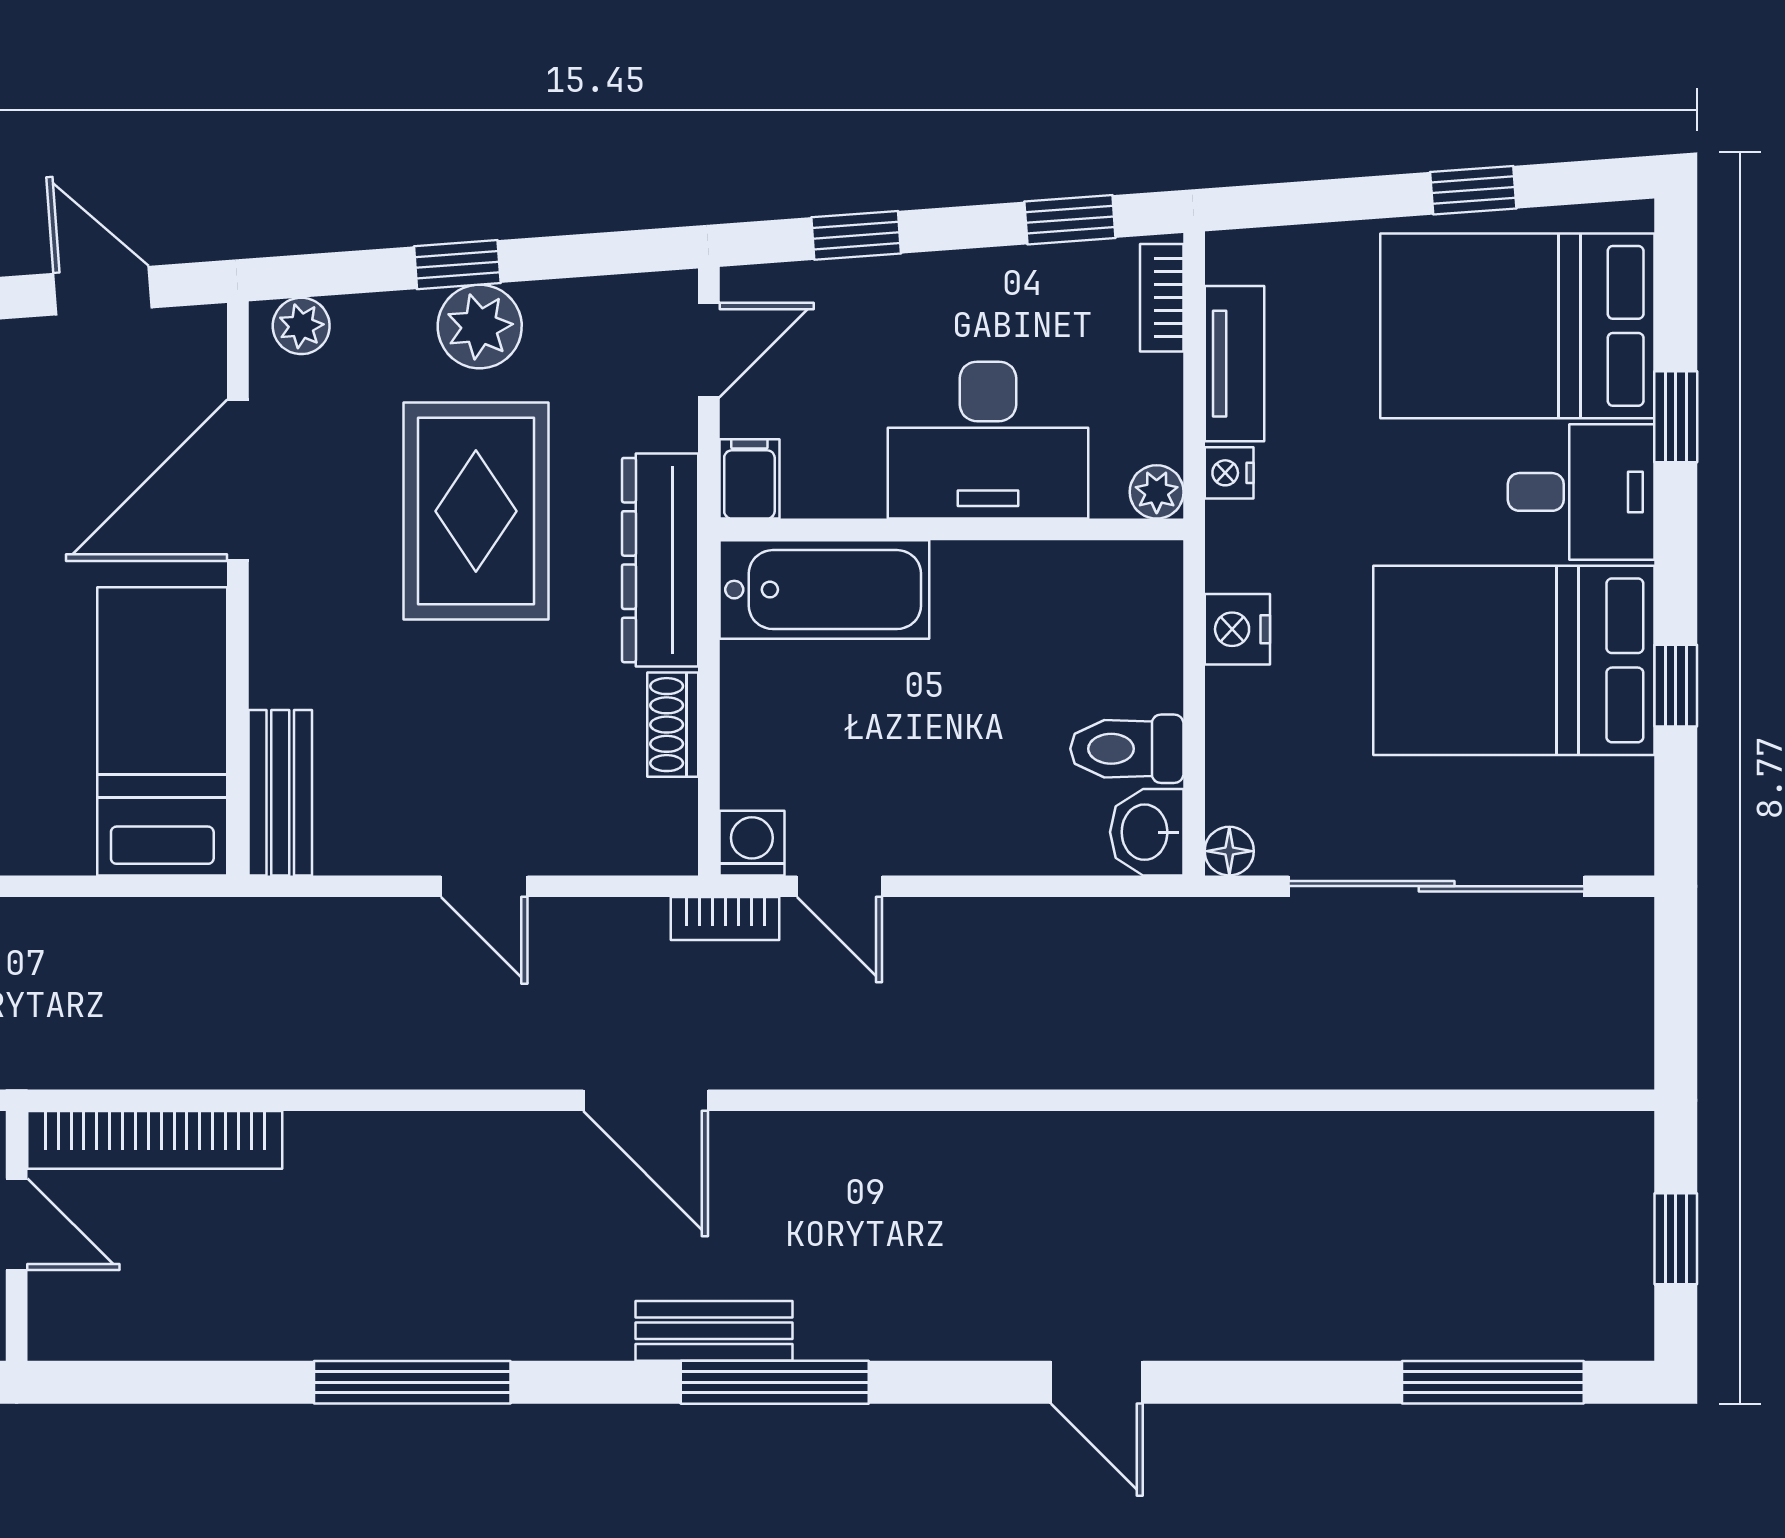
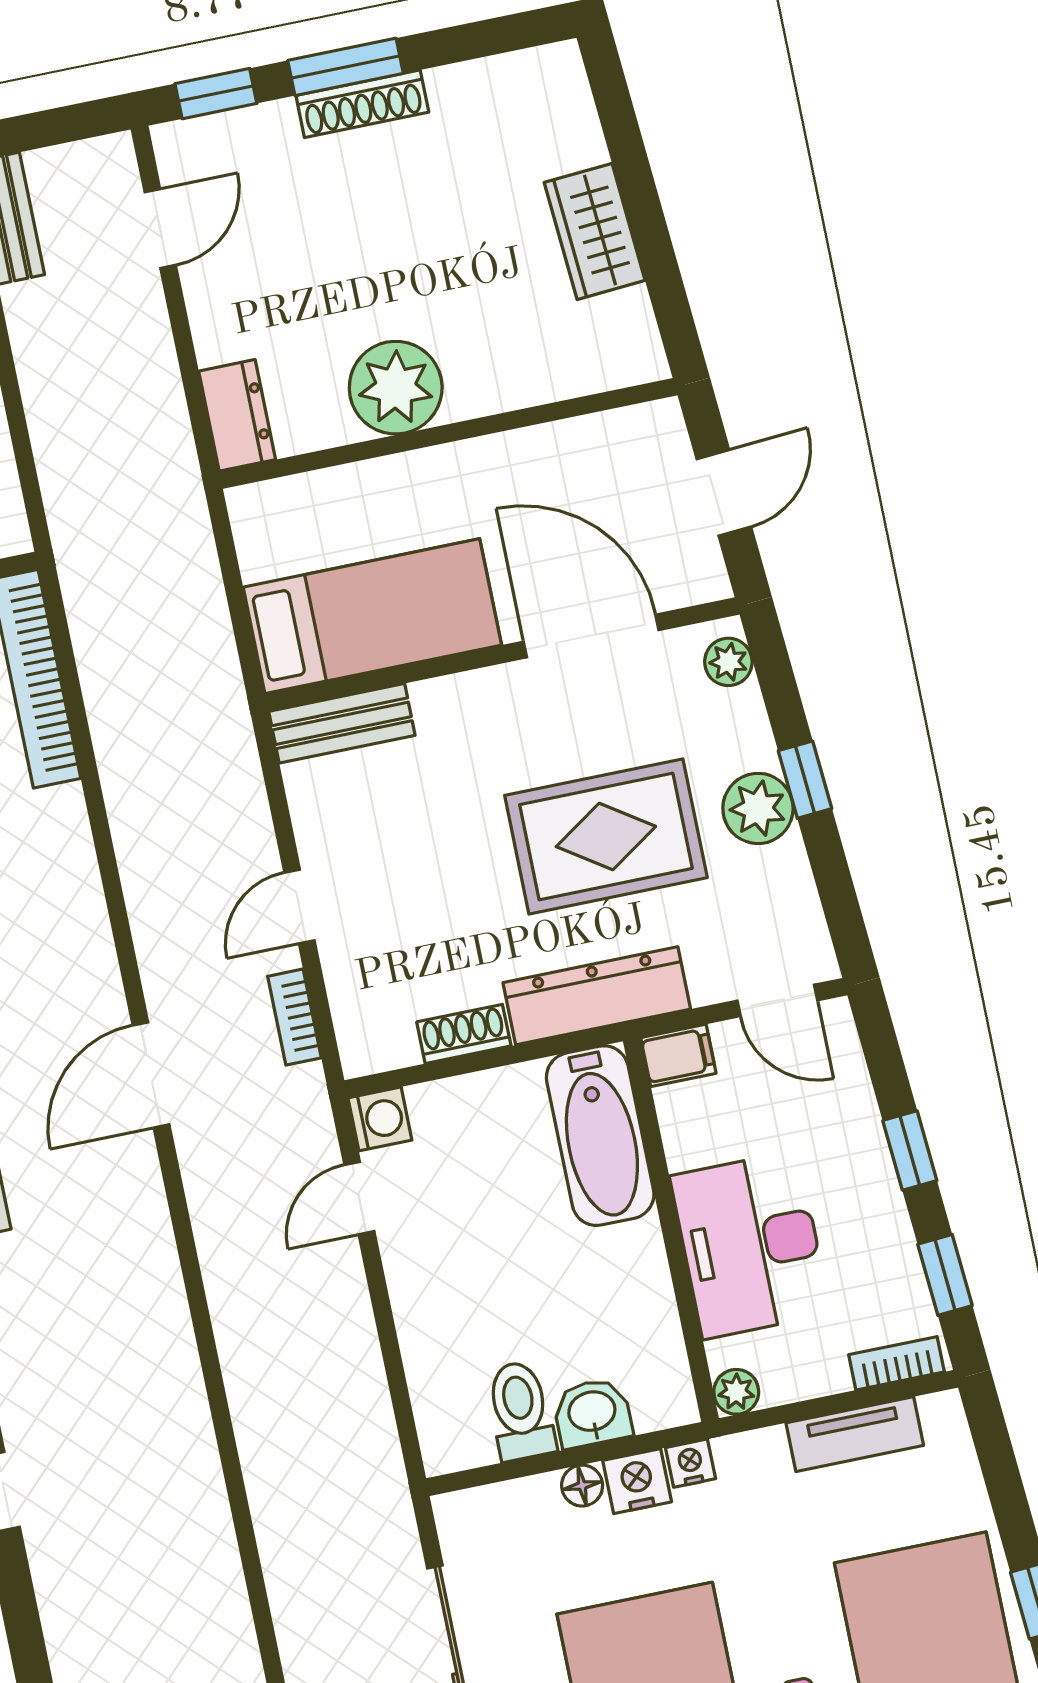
window: (856, 235) -> (910, 1151), moved
nightstand: (1229, 473) -> (691, 1463), moved
washbasin: (1147, 832) -> (592, 1413), moved
floor lamp: (1229, 851) -> (582, 1486), moved
bookcase: (725, 919) -> (294, 1017), moved

